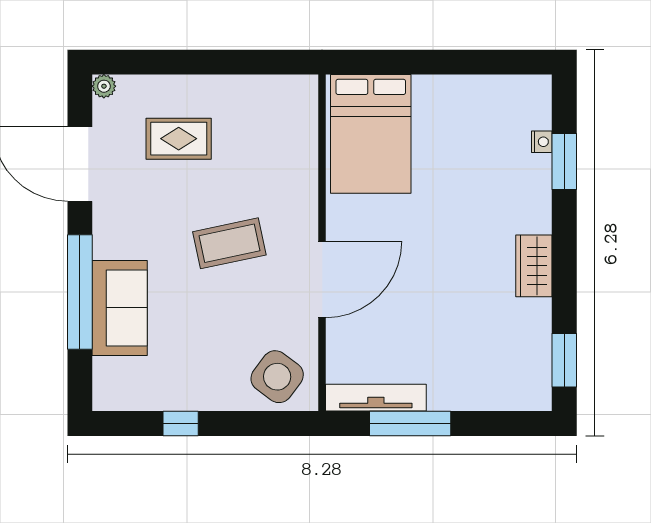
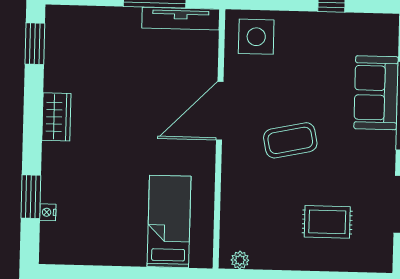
plant: (104, 86) -> (240, 260), moved
bed: (371, 134) -> (169, 221), width x0.67
side table: (277, 377) -> (256, 37), turned -37

